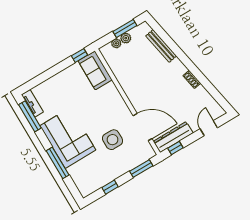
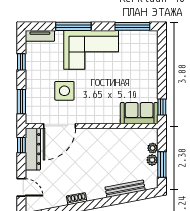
tv unit: (32, 103) -> (40, 36), moved

